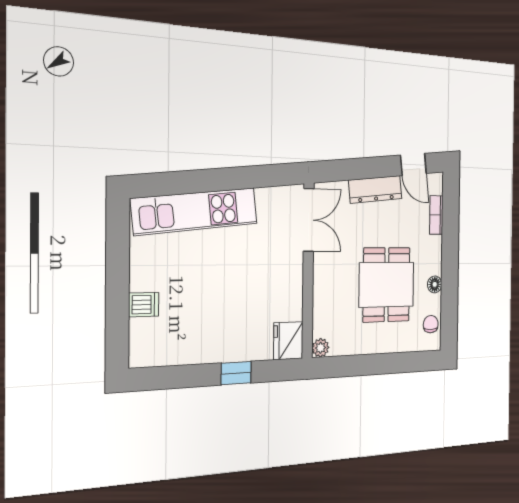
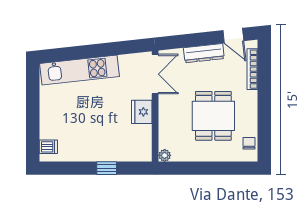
bookcase: (436, 215) -> (252, 69), width x1.56
floor lamp: (435, 284) -> (252, 116), removed
dishwasher: (144, 305) -> (48, 147), moved
fridge: (288, 341) -> (142, 112), moved

